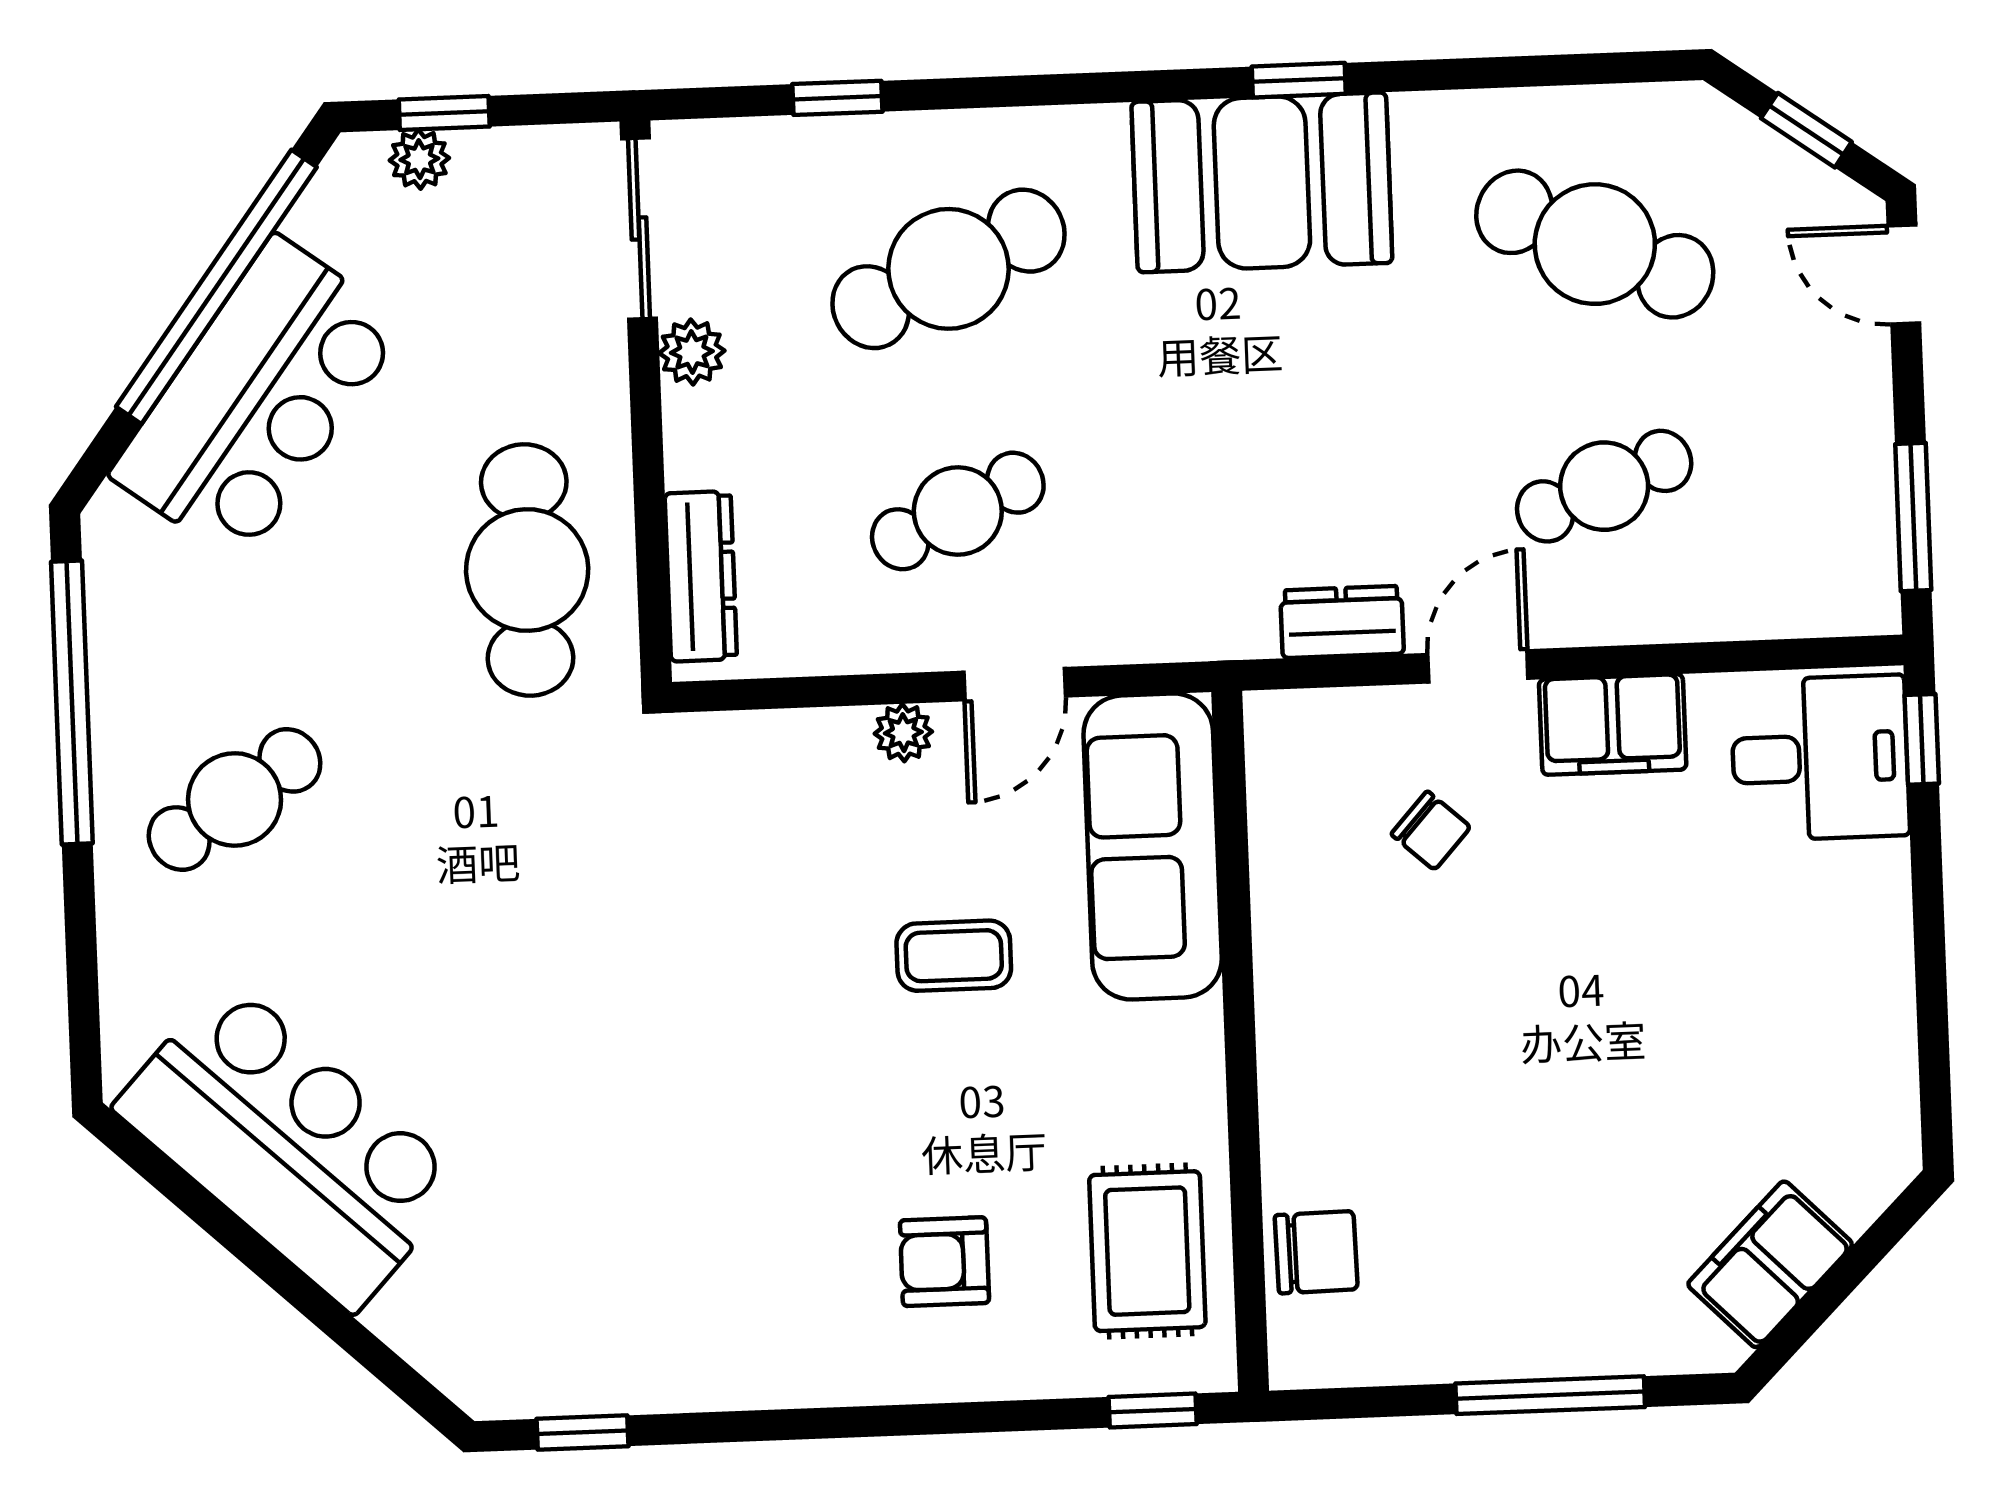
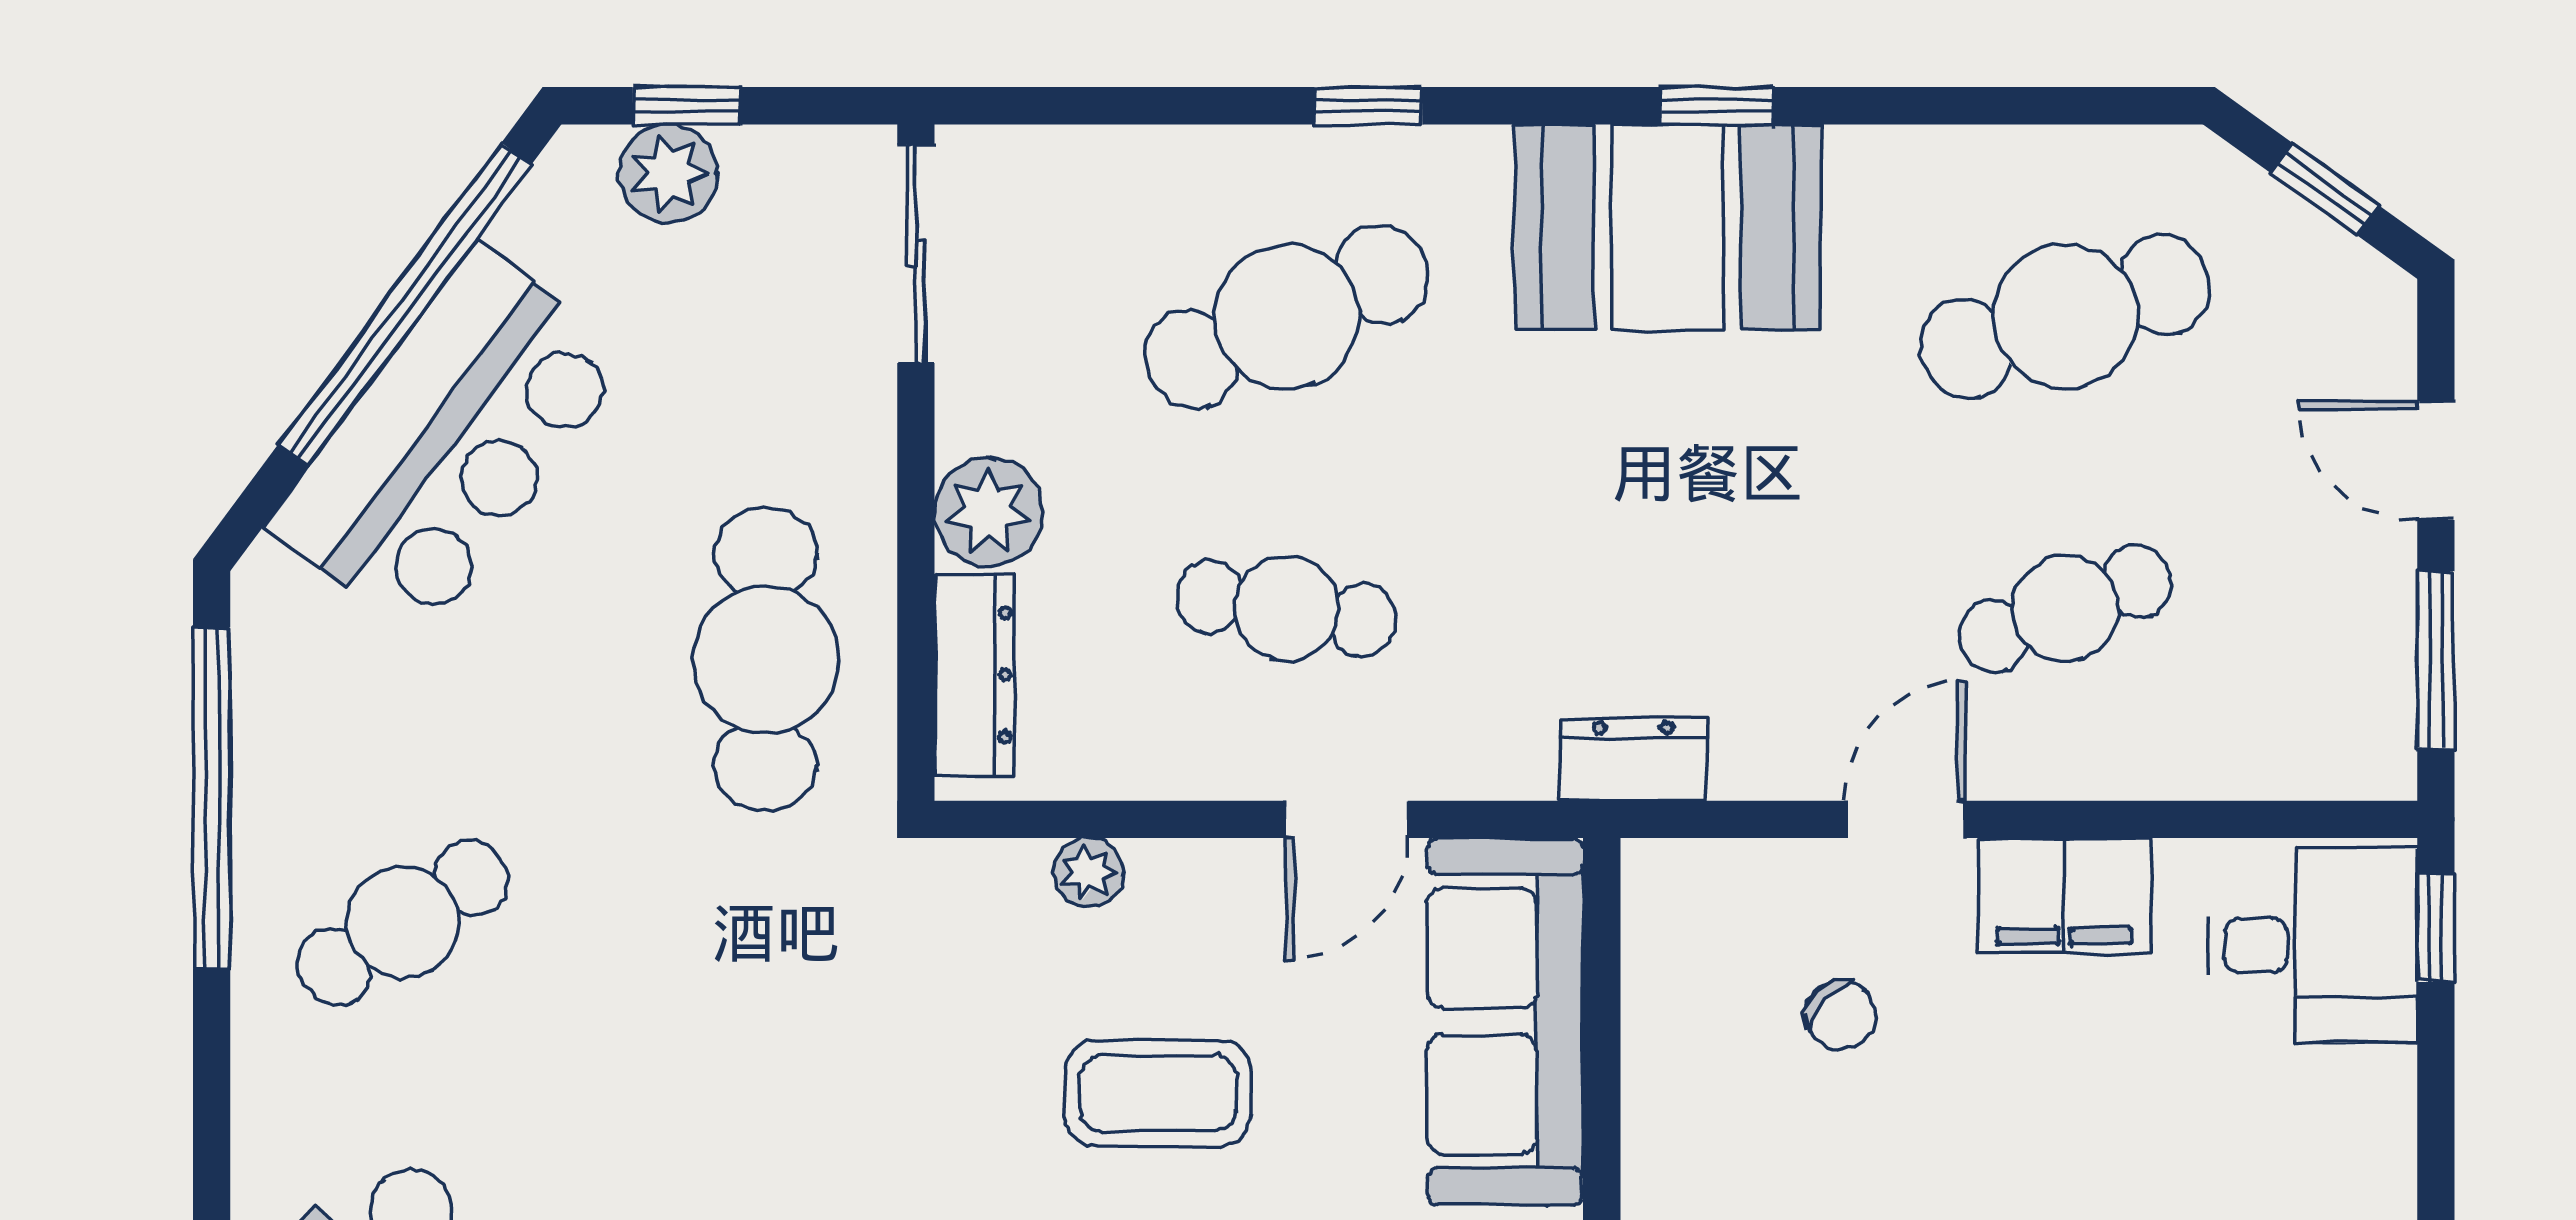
window: (837, 98) -> (1368, 106), moved
plant: (419, 159) -> (668, 174), width x1.38, depth x1.38
cafe table: (1595, 244) -> (2065, 317), turned -42
door: (1904, 275) -> (2436, 461), moved
plant: (692, 352) -> (989, 512), moved, width x1.38, depth x1.38
cafe table: (958, 511) -> (1286, 608), turned 33
dresser: (1342, 622) -> (1633, 760), moved
plant: (903, 733) -> (1088, 873), moved
coffee table: (954, 956) -> (1158, 1093), moved, width x1.36, depth x1.30

